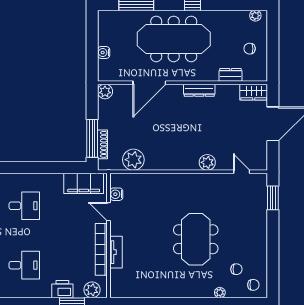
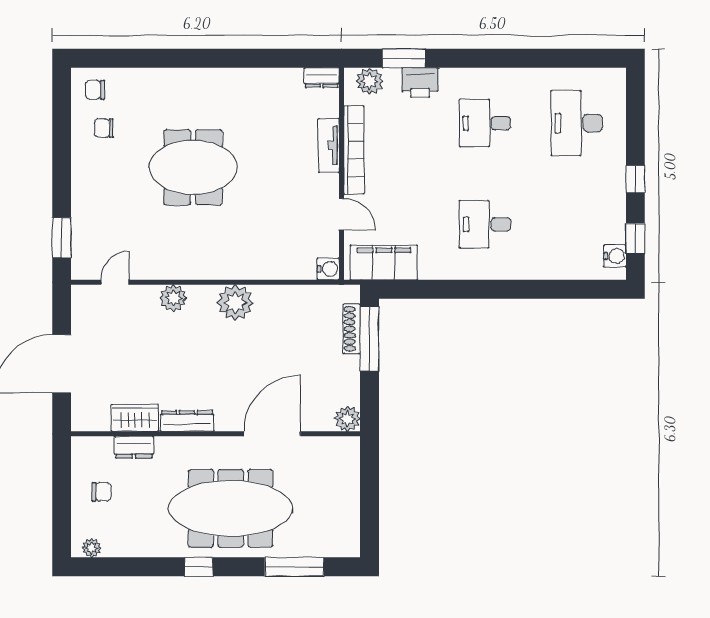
water cooler: (104, 52) -> (350, 485), removed
wardrobe: (254, 92) -> (135, 418), moved
plant: (133, 160) -> (235, 303), moved
door: (242, 172) -> (115, 282), swing flipped
water cooler: (116, 194) -> (328, 269), moved
meeting table: (196, 239) -> (193, 167), turned 90
chair: (236, 269) -> (104, 128), moved
dresser: (120, 292) -> (322, 77), added
plant: (220, 293) -> (152, 77), removed

